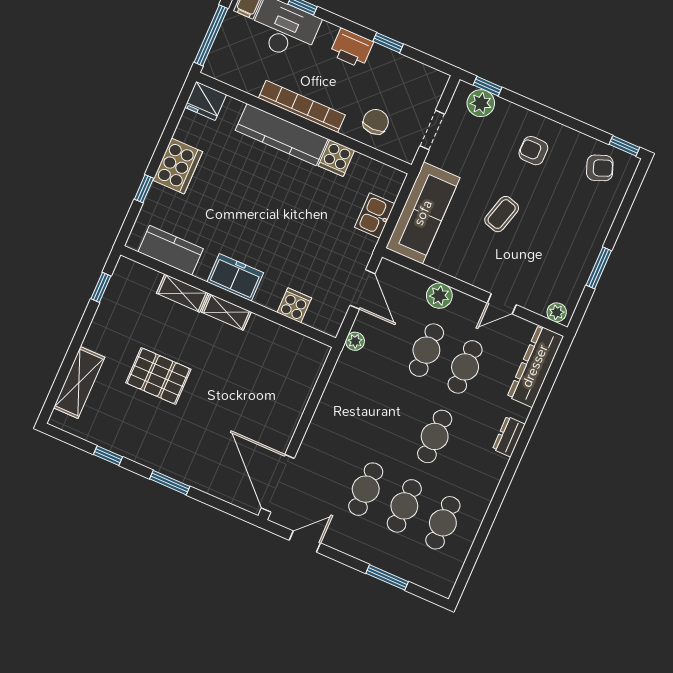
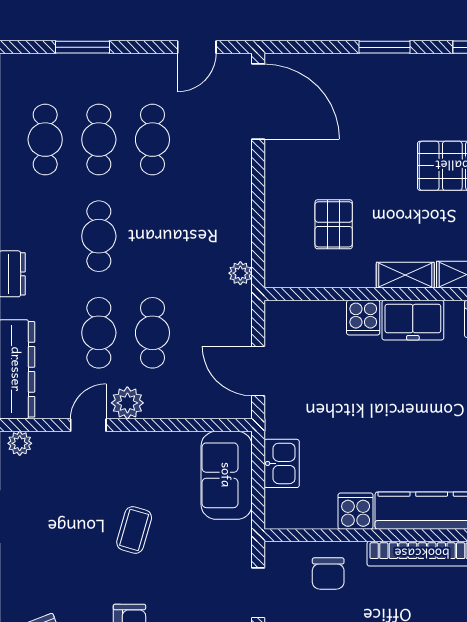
sofa: (423, 213) -> (227, 475), width x0.73
plant: (439, 296) -> (127, 403), moved
cooker: (294, 305) -> (363, 318), moved
plant: (355, 341) -> (240, 273), moved
pallet: (262, 371) -> (334, 224), added

